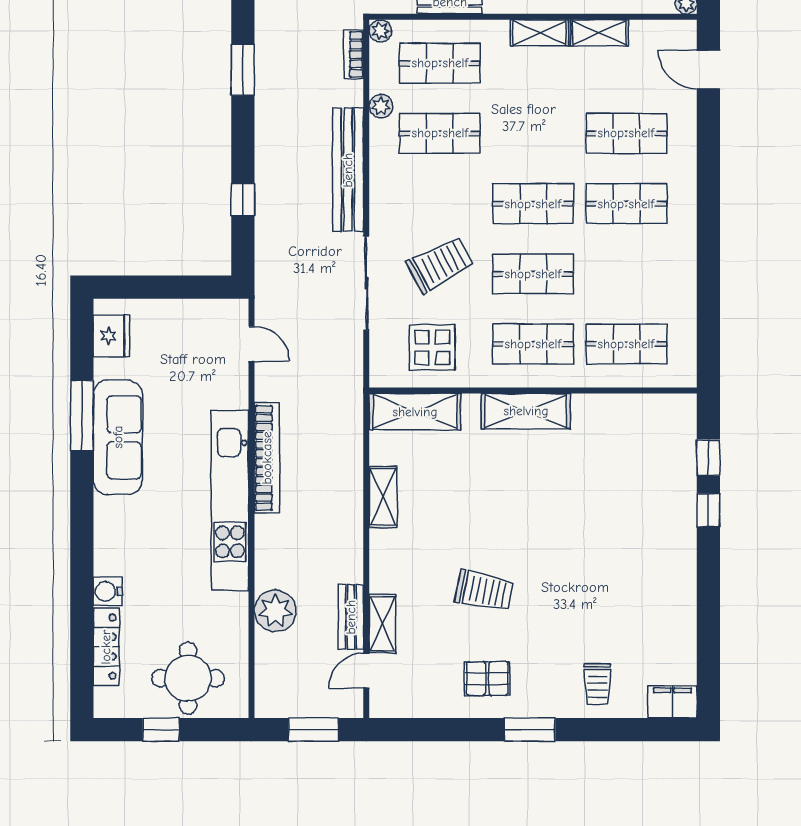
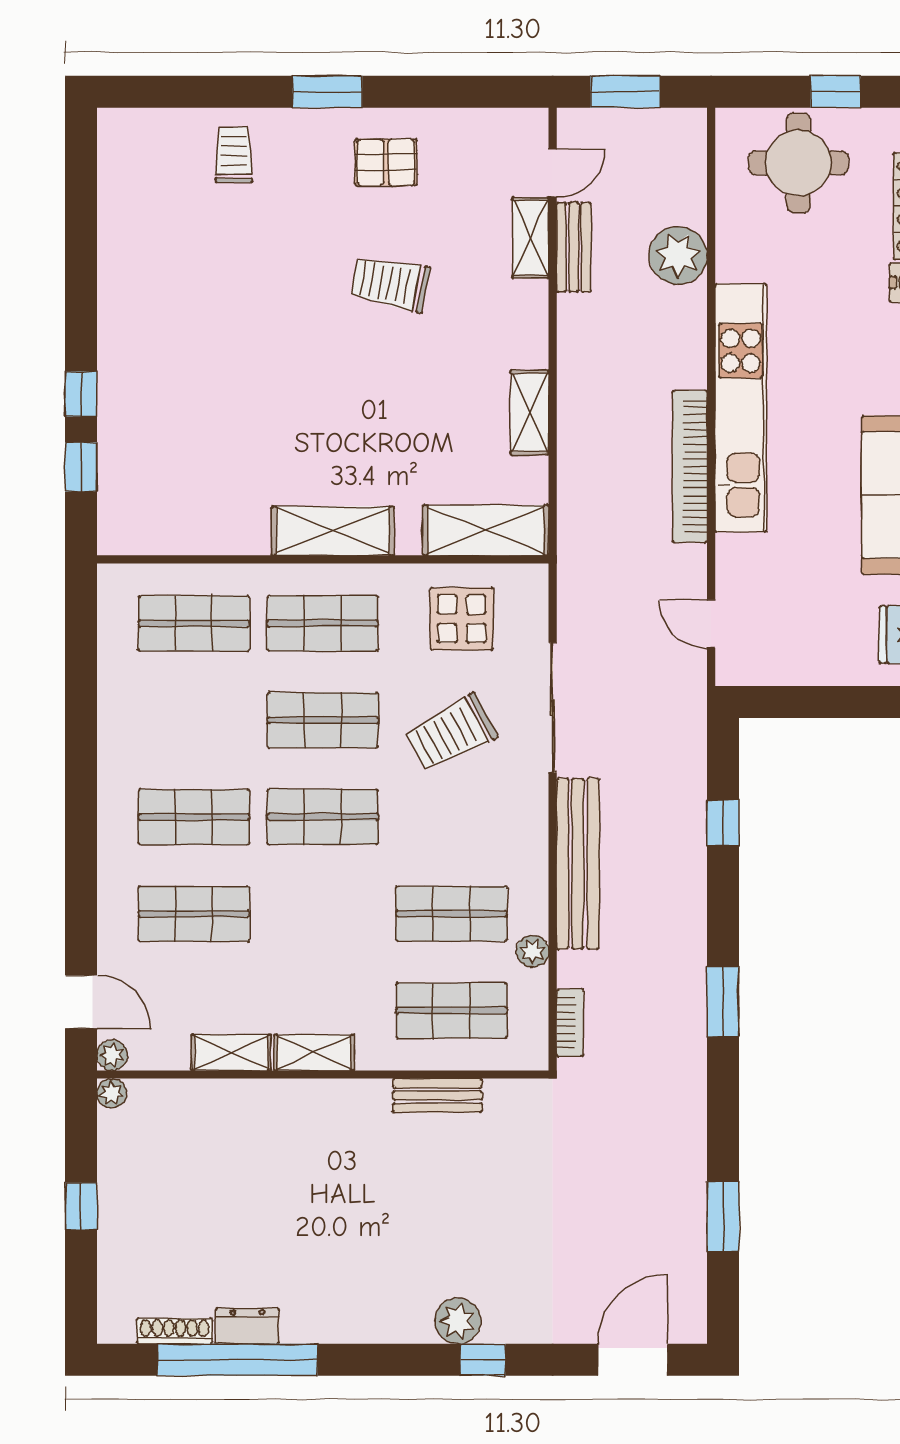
plant: (380, 31) -> (112, 1055), moved
filing cabinet: (672, 702) -> (131, 130), removed

